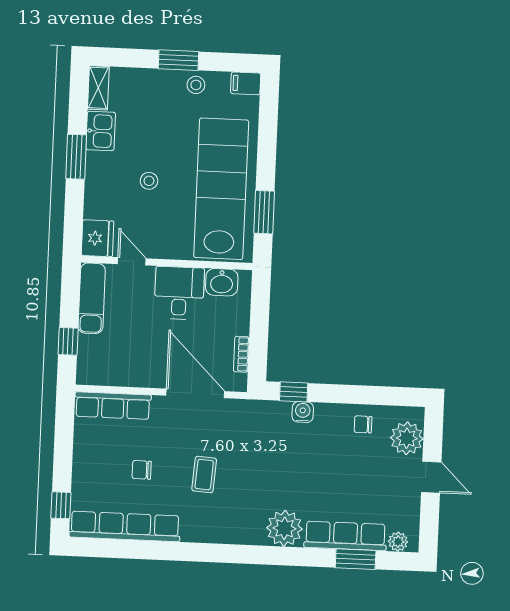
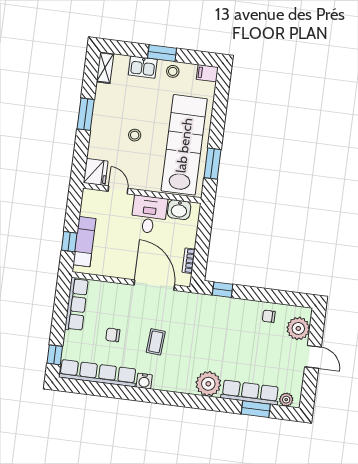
kitchen sink: (101, 131) -> (143, 67), moved, turned 90
exam couch: (92, 298) -> (84, 242), moved
row of seats: (113, 406) -> (76, 304), moved, turned -90
water cooler: (303, 412) -> (144, 381), moved, turned 180

